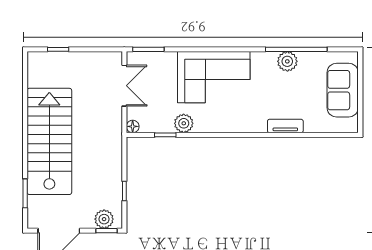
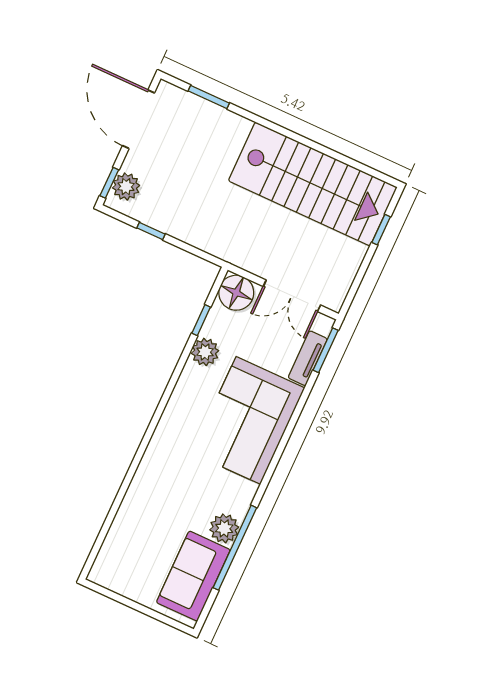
sofa: (343, 90) -> (193, 576), moved, turned -90
floor lamp: (133, 126) -> (236, 293), width x1.89, depth x1.89
tv unit: (285, 126) -> (308, 358), moved, turned 180
stairs: (49, 141) -> (313, 184), moved

